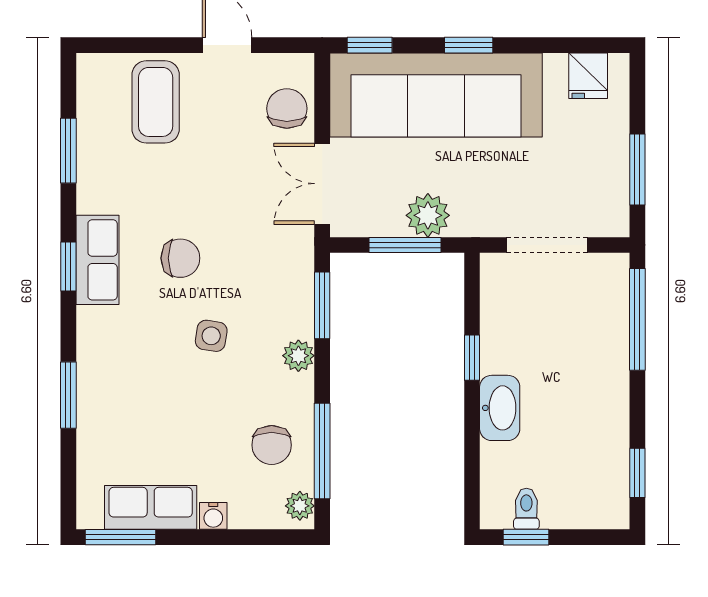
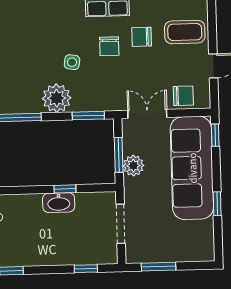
window: (469, 45) -> (217, 204), moved
fridge: (588, 76) -> (203, 241), removed
window: (637, 319) -> (86, 269), width x0.46
plant: (298, 356) -> (57, 98), width x1.87, depth x1.87
washbasin: (500, 408) -> (59, 203), moved
chair: (272, 445) -> (142, 37), moved

